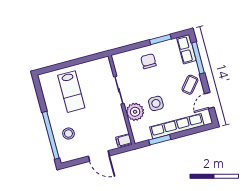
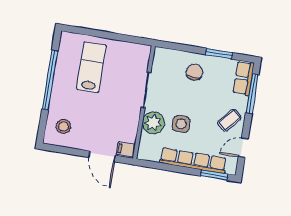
lab bench: (71, 92) -> (91, 67), turned 180
stool: (68, 134) -> (64, 126), moved
window: (51, 135) -> (50, 80), moved
window: (160, 140) -> (214, 175), moved
door: (99, 156) -> (102, 156), moved

